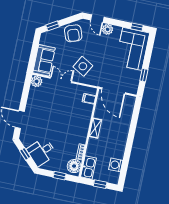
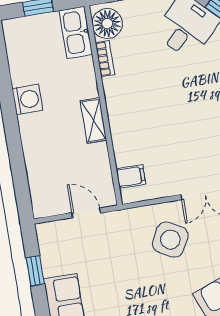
door: (113, 91) -> (86, 213), width x0.53
washing machine: (116, 165) -> (27, 99), moved

